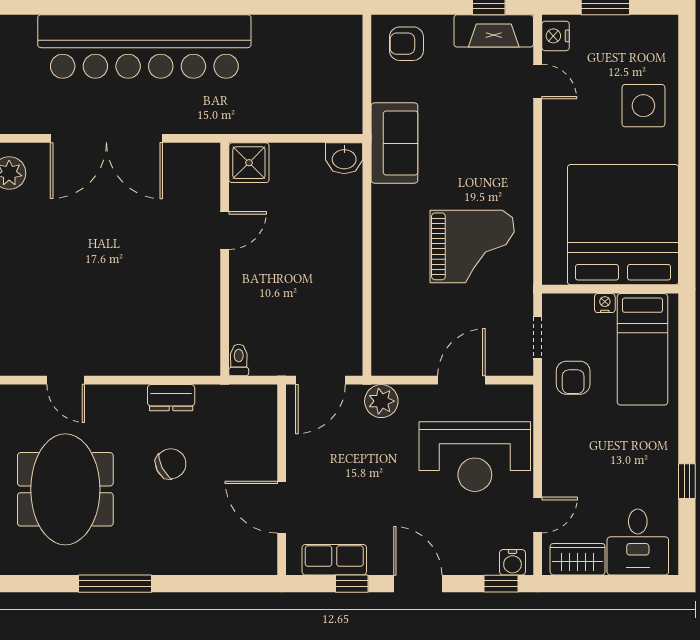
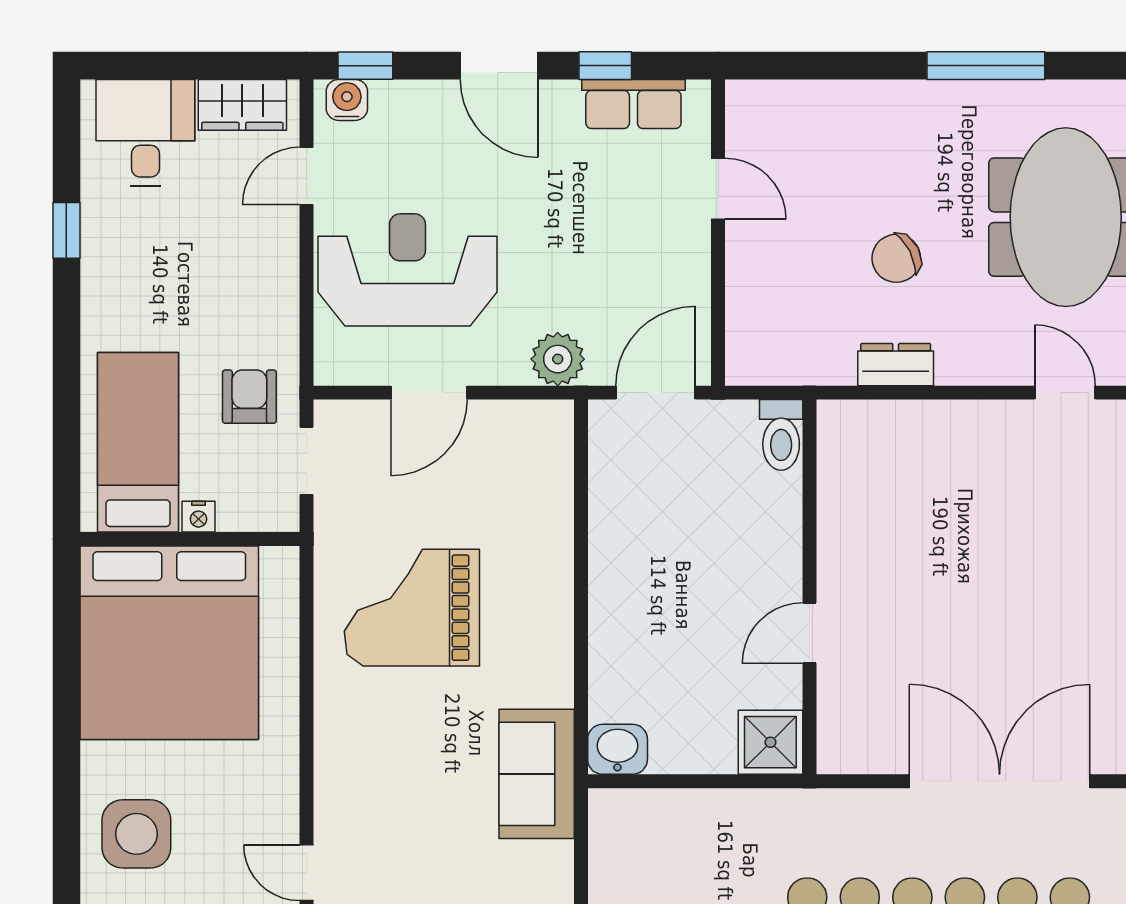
toilet: (239, 360) -> (781, 435), width x1.37, depth x1.39
door: (282, 507) -> (718, 189), width x0.73

